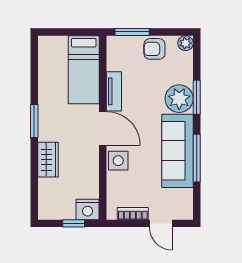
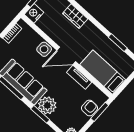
armchair: (154, 49) -> (89, 108), moved
window: (34, 121) -> (118, 43), moved

